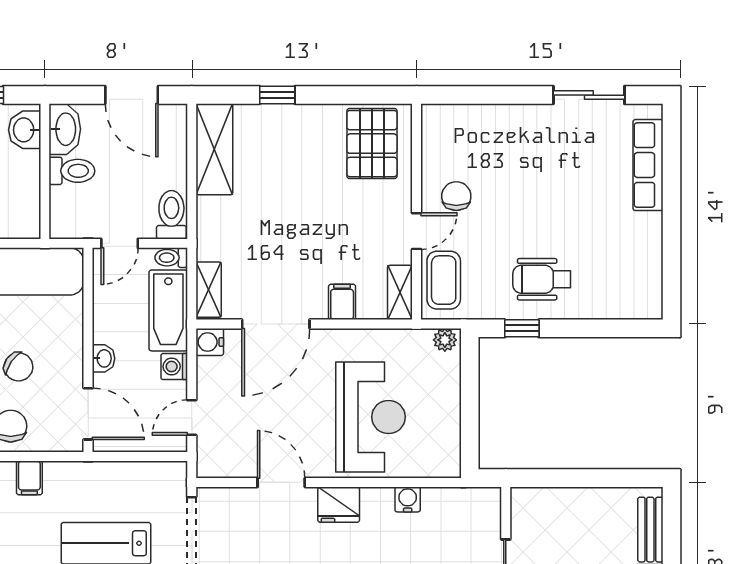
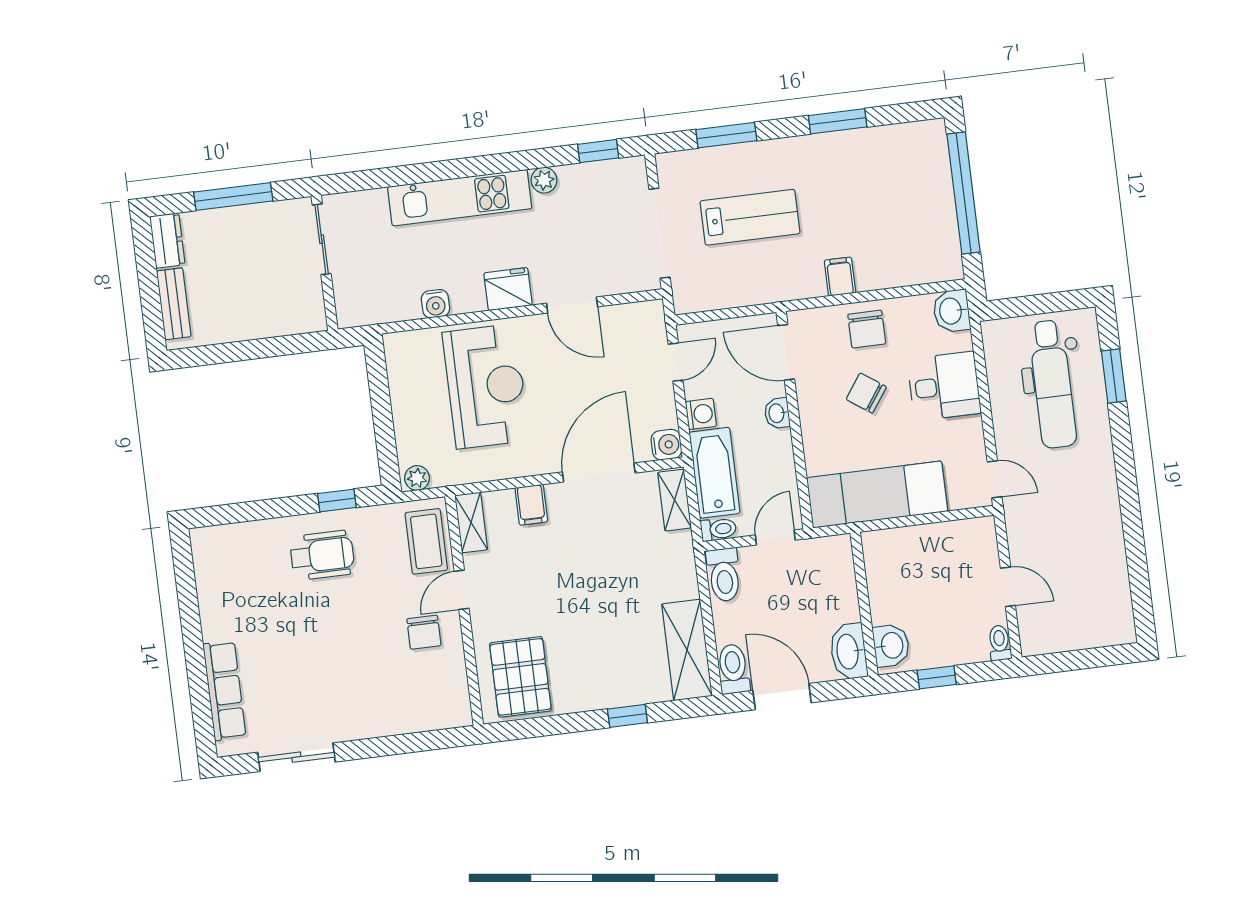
toilet: (72, 171) -> (733, 669), moved, turned 90
reception desk: (370, 417) -> (486, 386), turned 180

